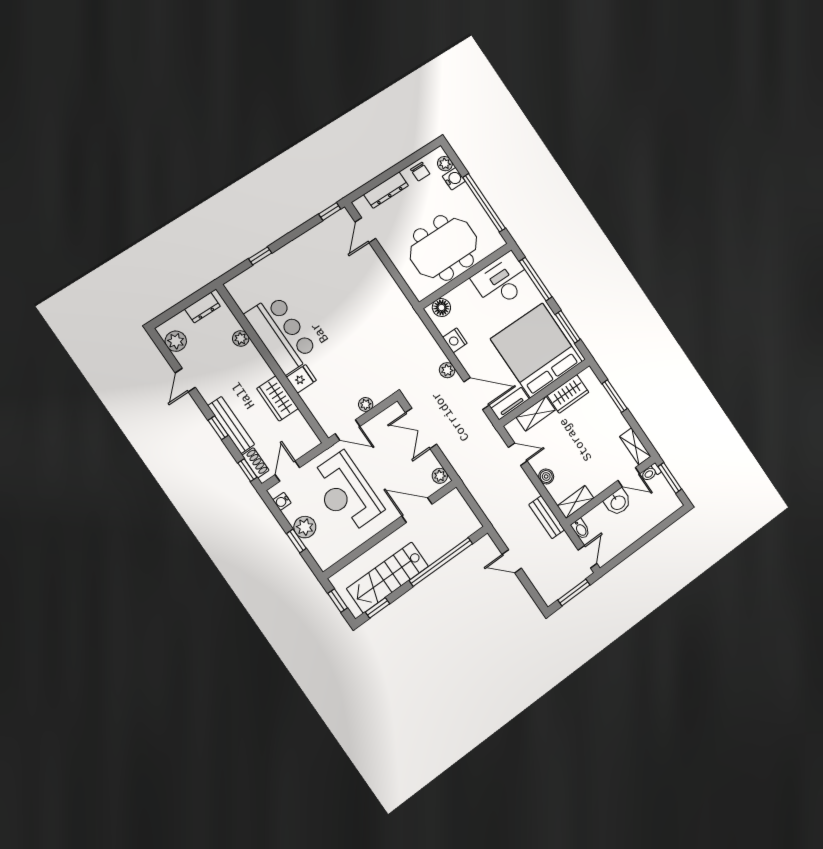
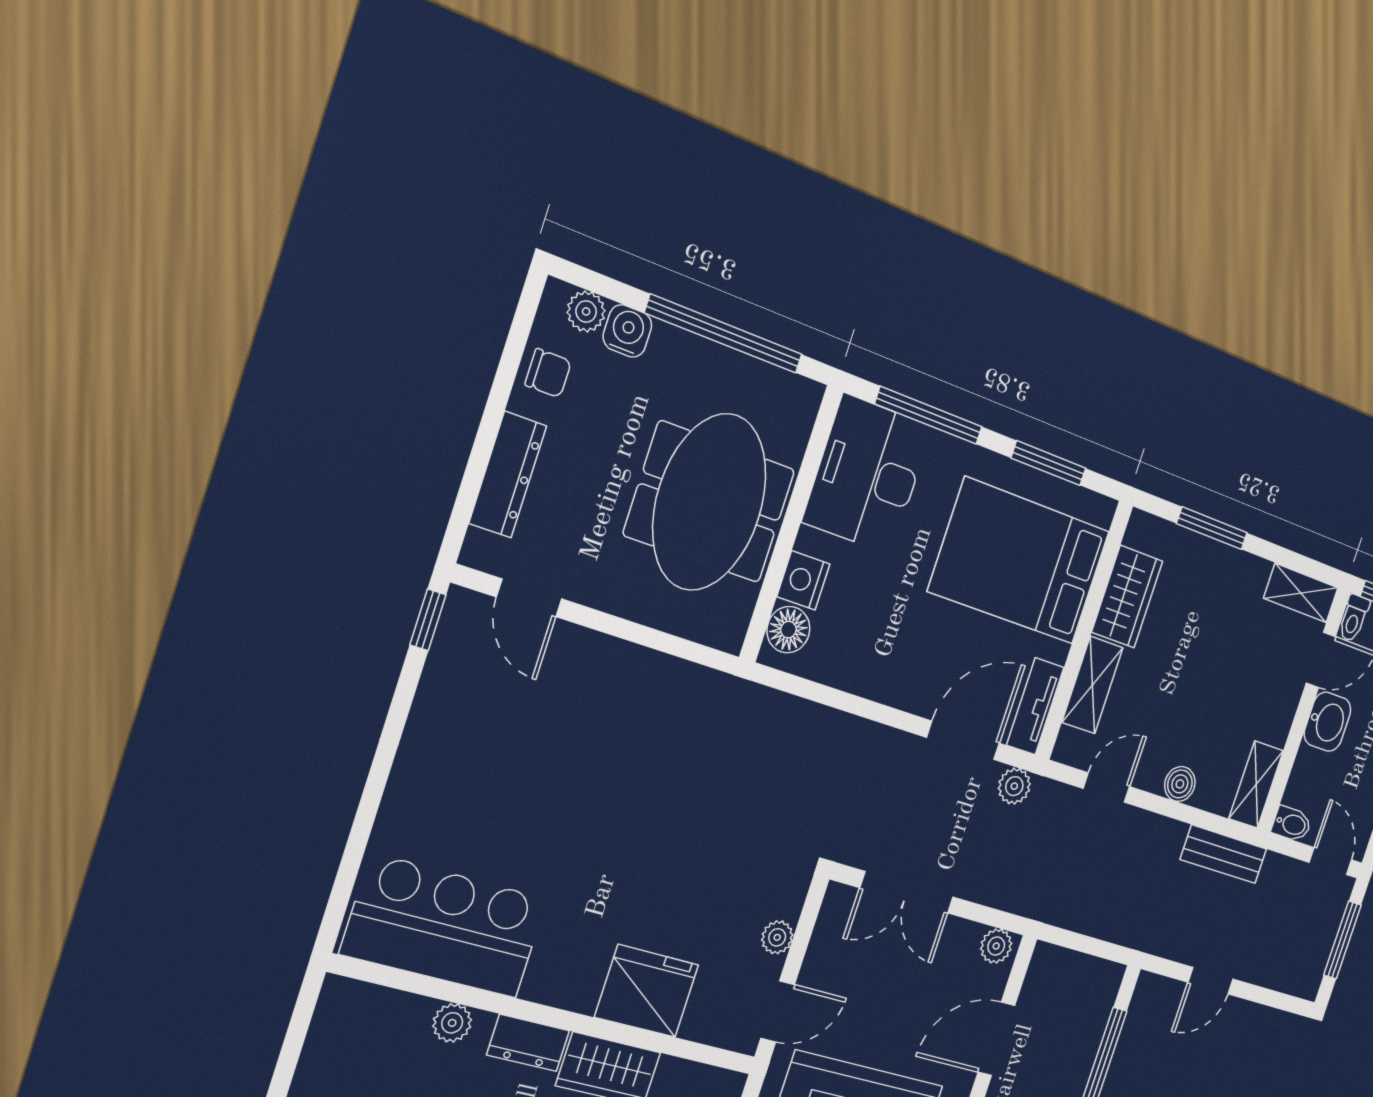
window: (260, 256) -> (360, 832), removed
dresser: (202, 308) -> (528, 1043), moved, turned 90
bar counter: (281, 334) -> (444, 926), moved
nightstand: (455, 340) -> (803, 580), moved, turned 90
bed: (536, 350) -> (1019, 561), width x0.73
plant: (447, 370) -> (1014, 786), moved
fridge: (301, 379) -> (647, 991), width x1.88, depth x1.34

